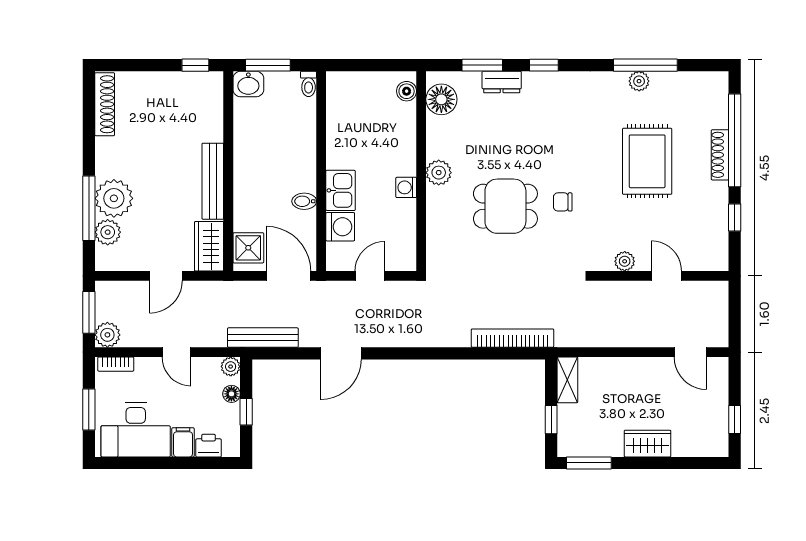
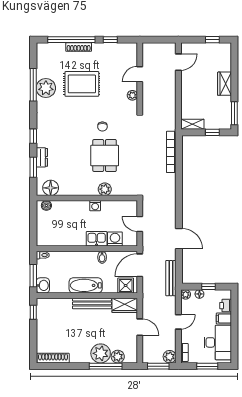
plant: (639, 81) -> (46, 88), width x1.88, depth x1.88
bathtub: (248, 169) -> (86, 285), added
plant: (439, 173) -> (105, 189), moved

